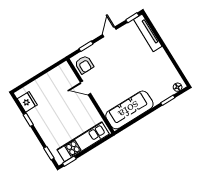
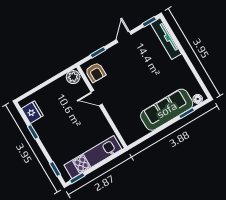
plant: (64, 69) -> (73, 77), added
sofa: (129, 110) -> (167, 110), moved

